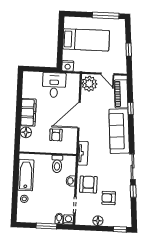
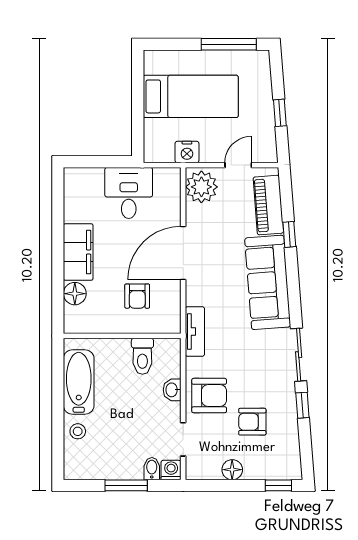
nightstand: (68, 66) -> (187, 152), moved
door: (107, 74) -> (238, 165), swing flipped
armchair: (88, 184) -> (209, 396), turned 90

